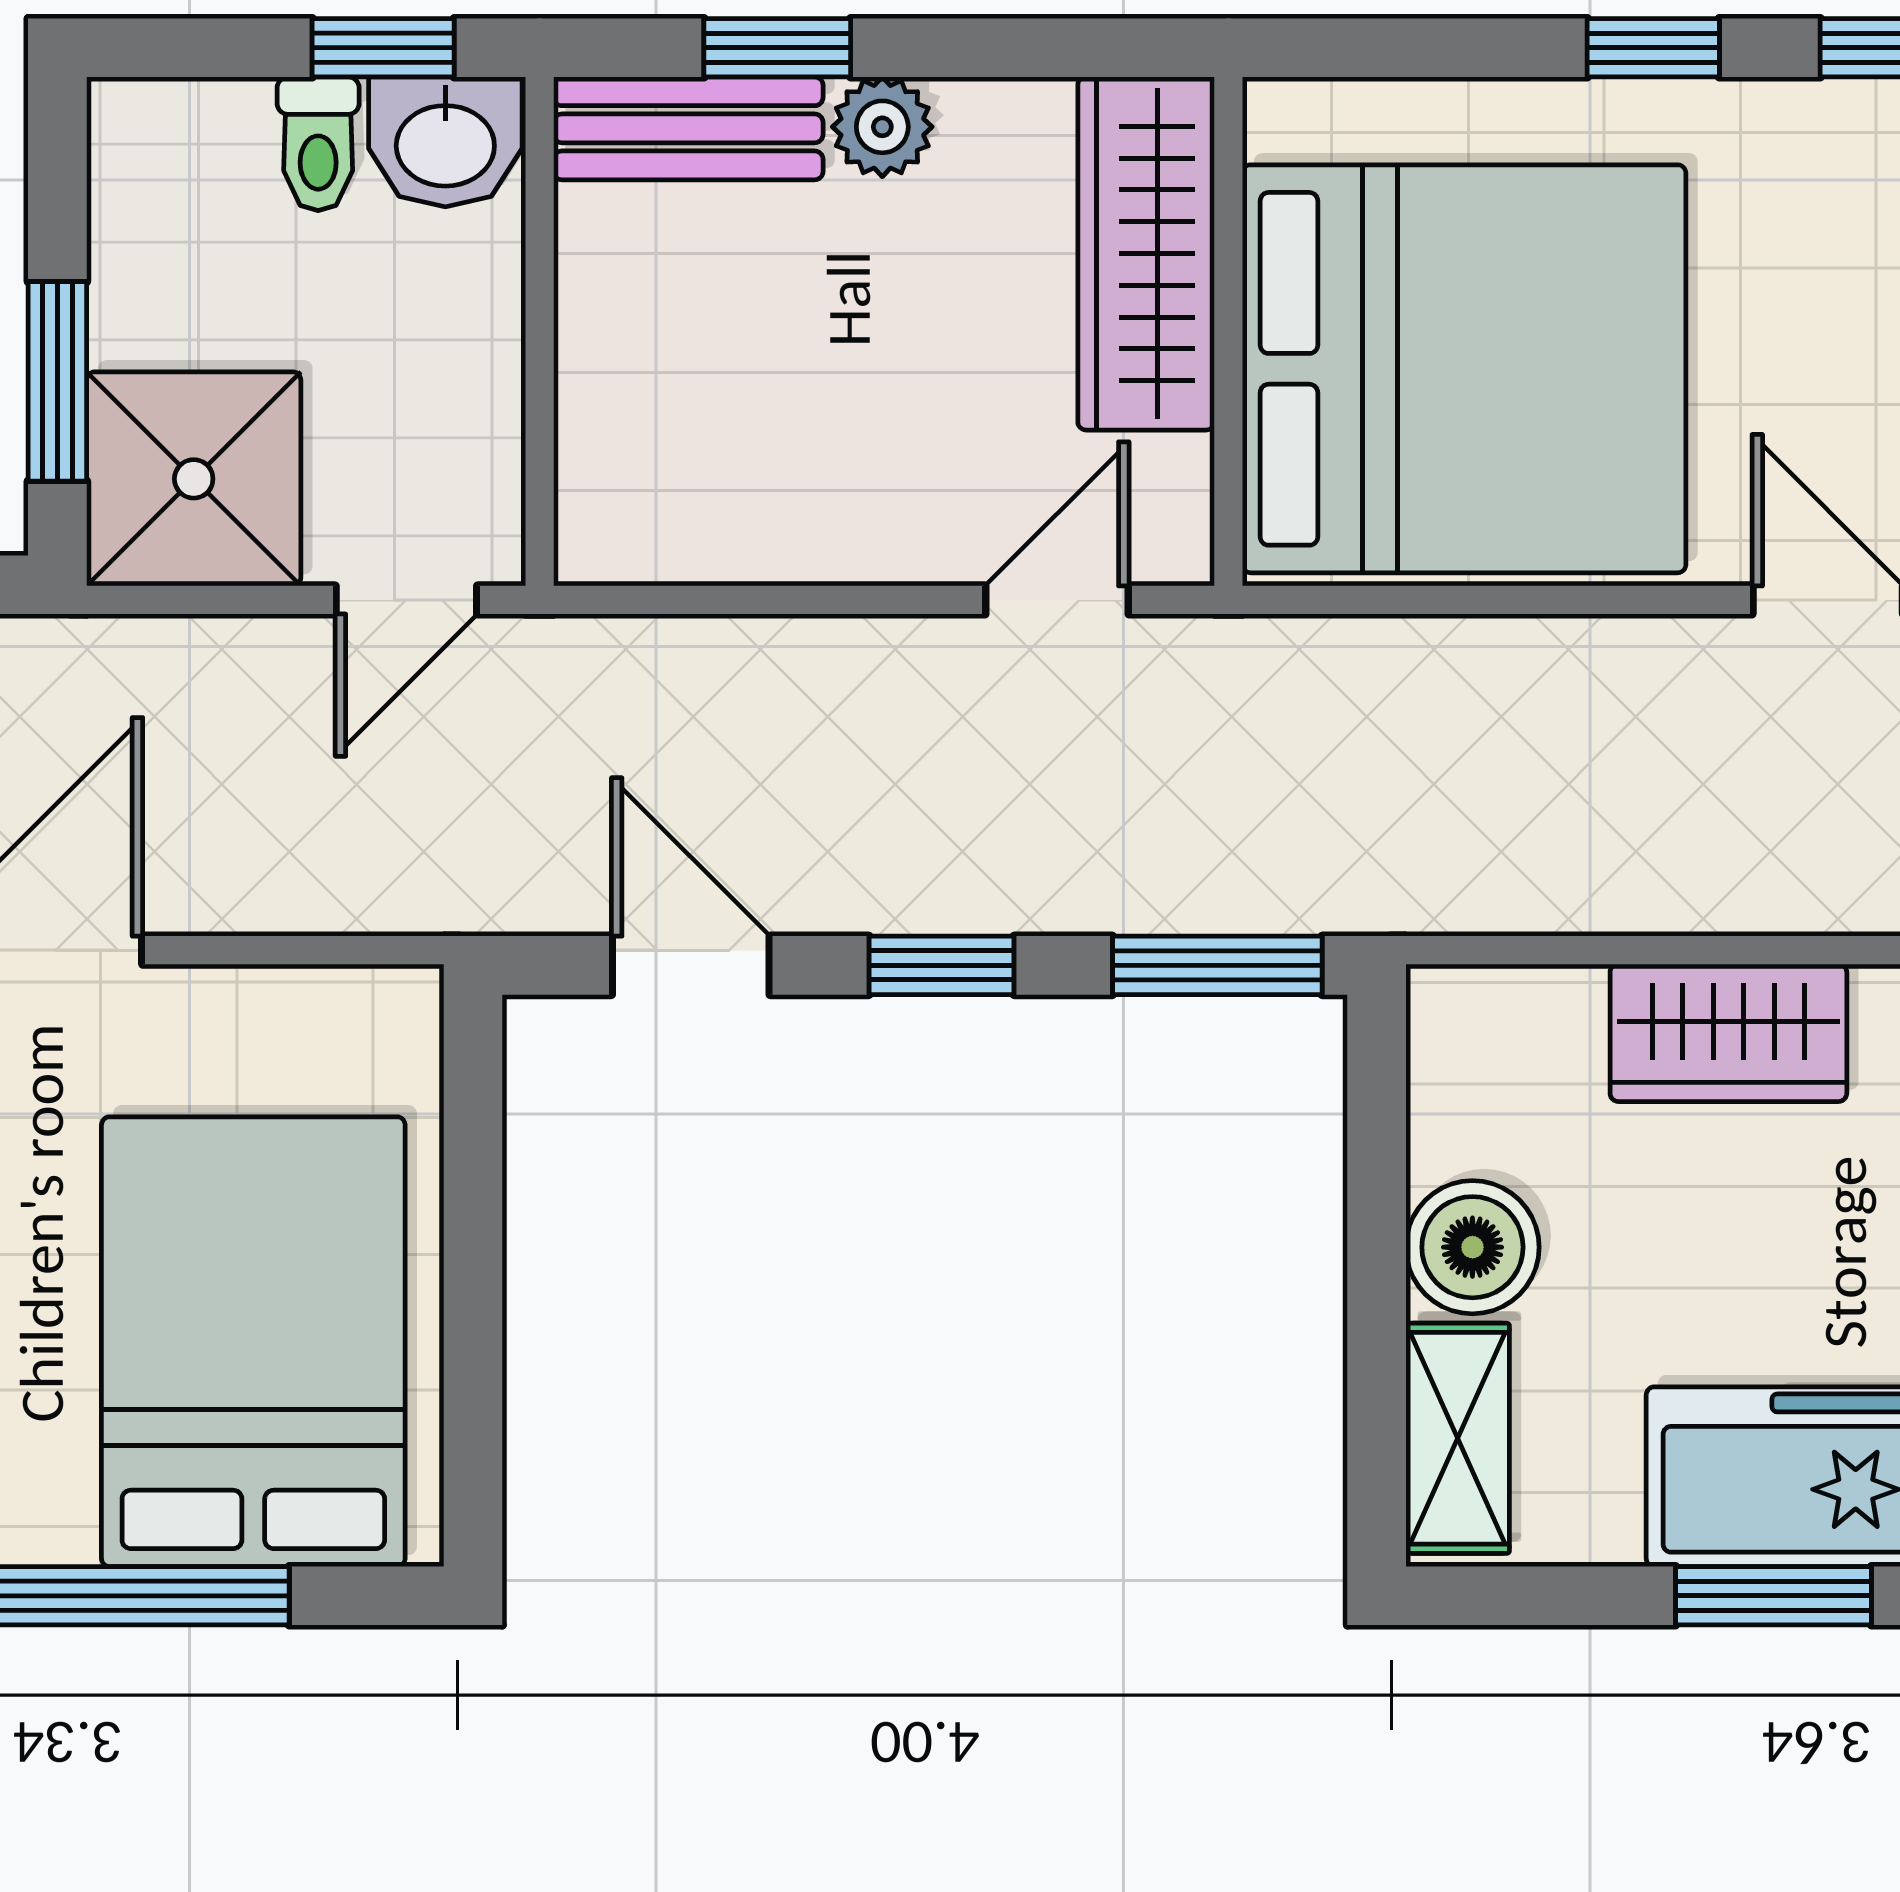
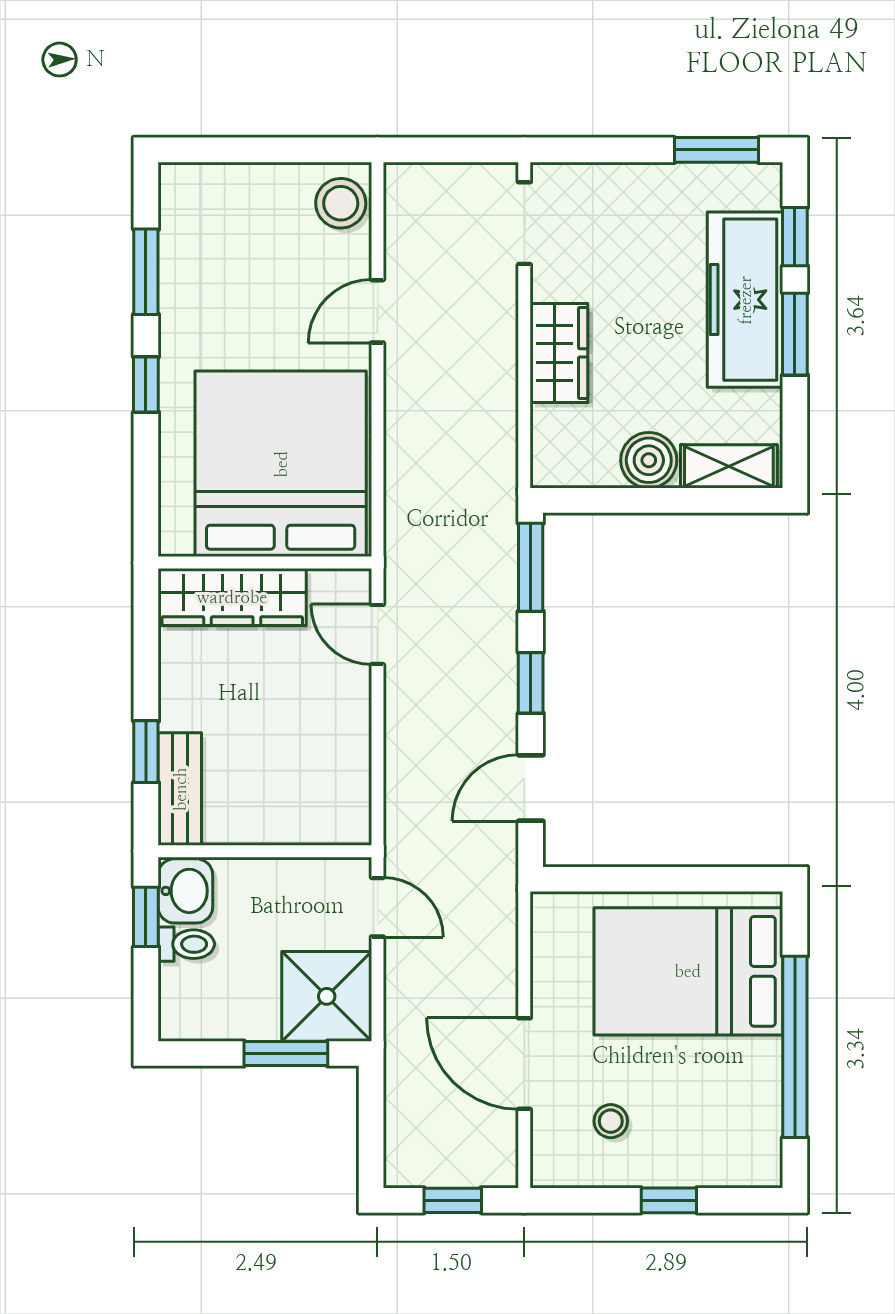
plant: (882, 127) -> (179, 708), removed

